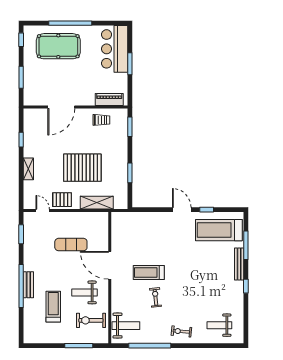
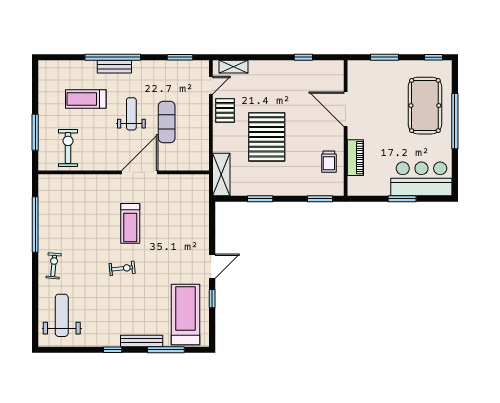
piano: (109, 100) -> (355, 158), moved
shelving: (28, 169) -> (234, 67), moved
shelving: (97, 203) -> (221, 174), moved
treadmill: (149, 273) -> (130, 223), turned 180
weight bench: (85, 292) -> (131, 114), moved
exercise bike: (156, 297) -> (122, 268), moved
treadmill: (53, 307) -> (86, 99), turned 180
weight bench: (219, 325) -> (62, 315), width x1.36, depth x1.33
weight bench: (126, 326) -> (61, 193), removed

